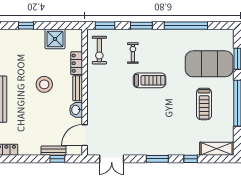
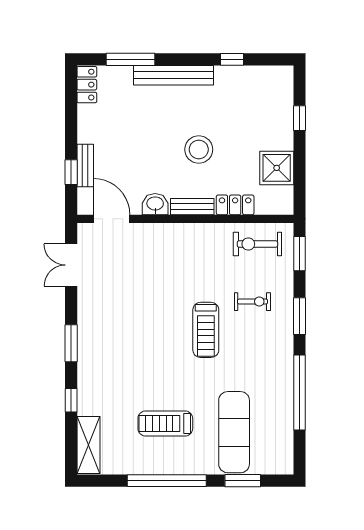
exercise mat: (209, 64) -> (234, 432), width x0.68

